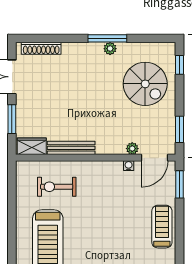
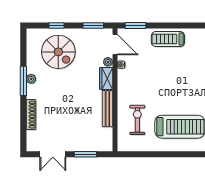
shoe rack: (41, 48) -> (31, 115), moved
window: (180, 65) -> (57, 25), moved
spiral stairs: (145, 84) -> (58, 52), turned 90
wardrobe: (32, 146) -> (106, 78), moved
exercise bike: (57, 187) -> (137, 120), turned 180

